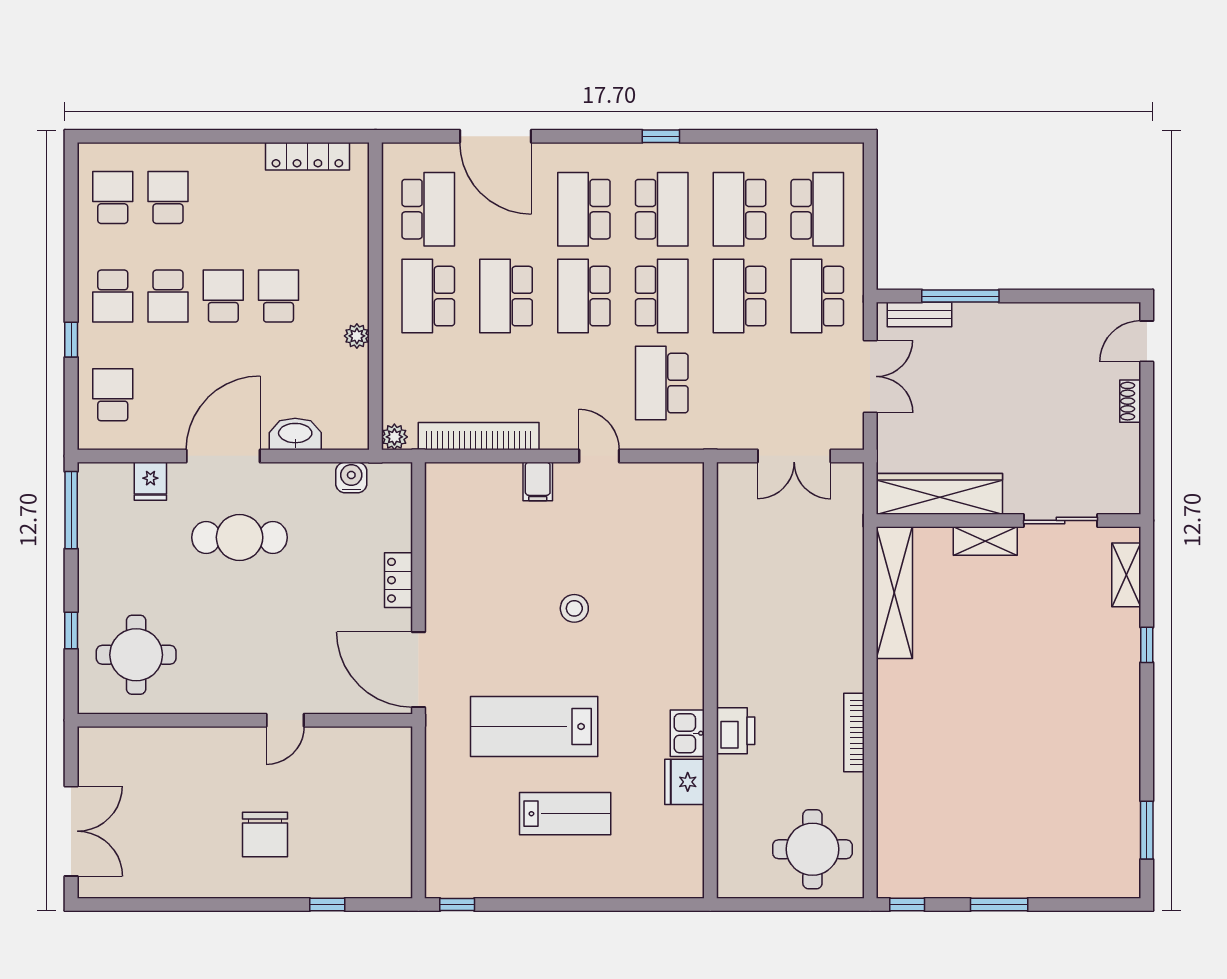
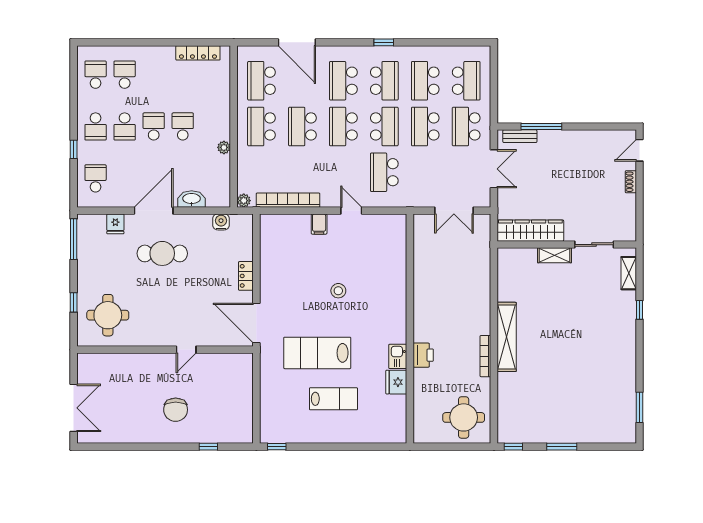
school desk: (428, 209) -> (261, 81), turned 180
shelving: (894, 593) -> (507, 337), moved

